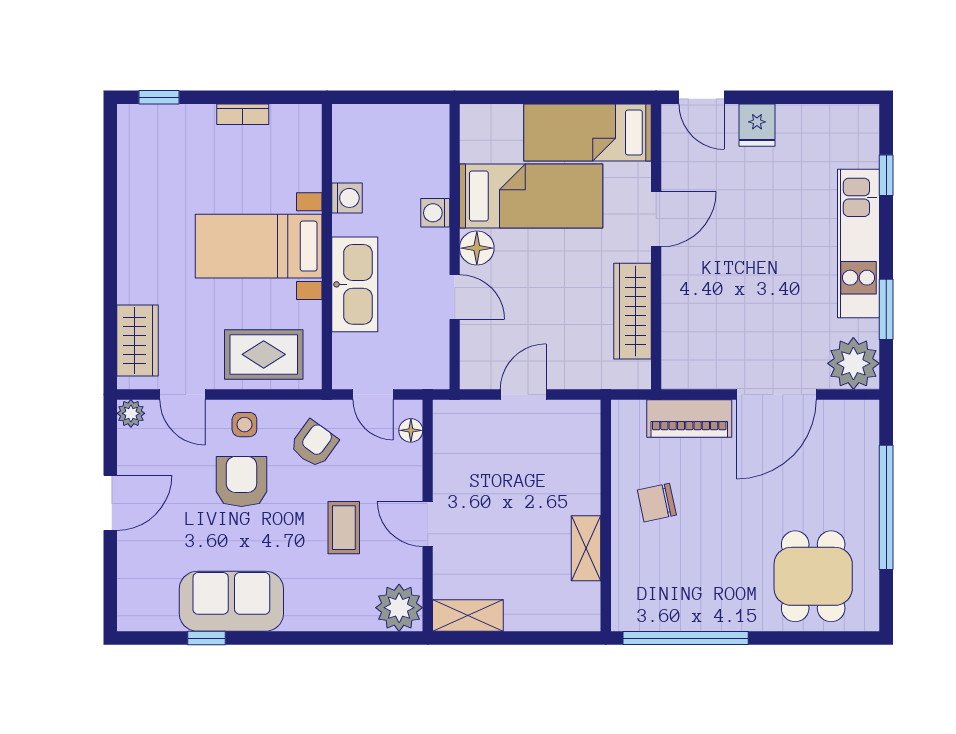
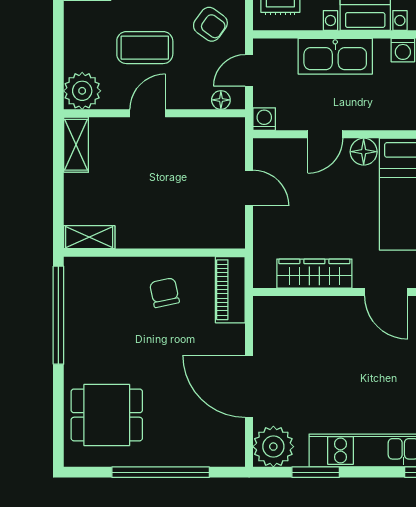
washing machine: (435, 213) -> (264, 119), moved
piano: (689, 418) -> (230, 290), moved
coffee table: (344, 528) -> (145, 48), width x1.36, depth x1.30
shelving: (586, 548) -> (89, 237), moved

